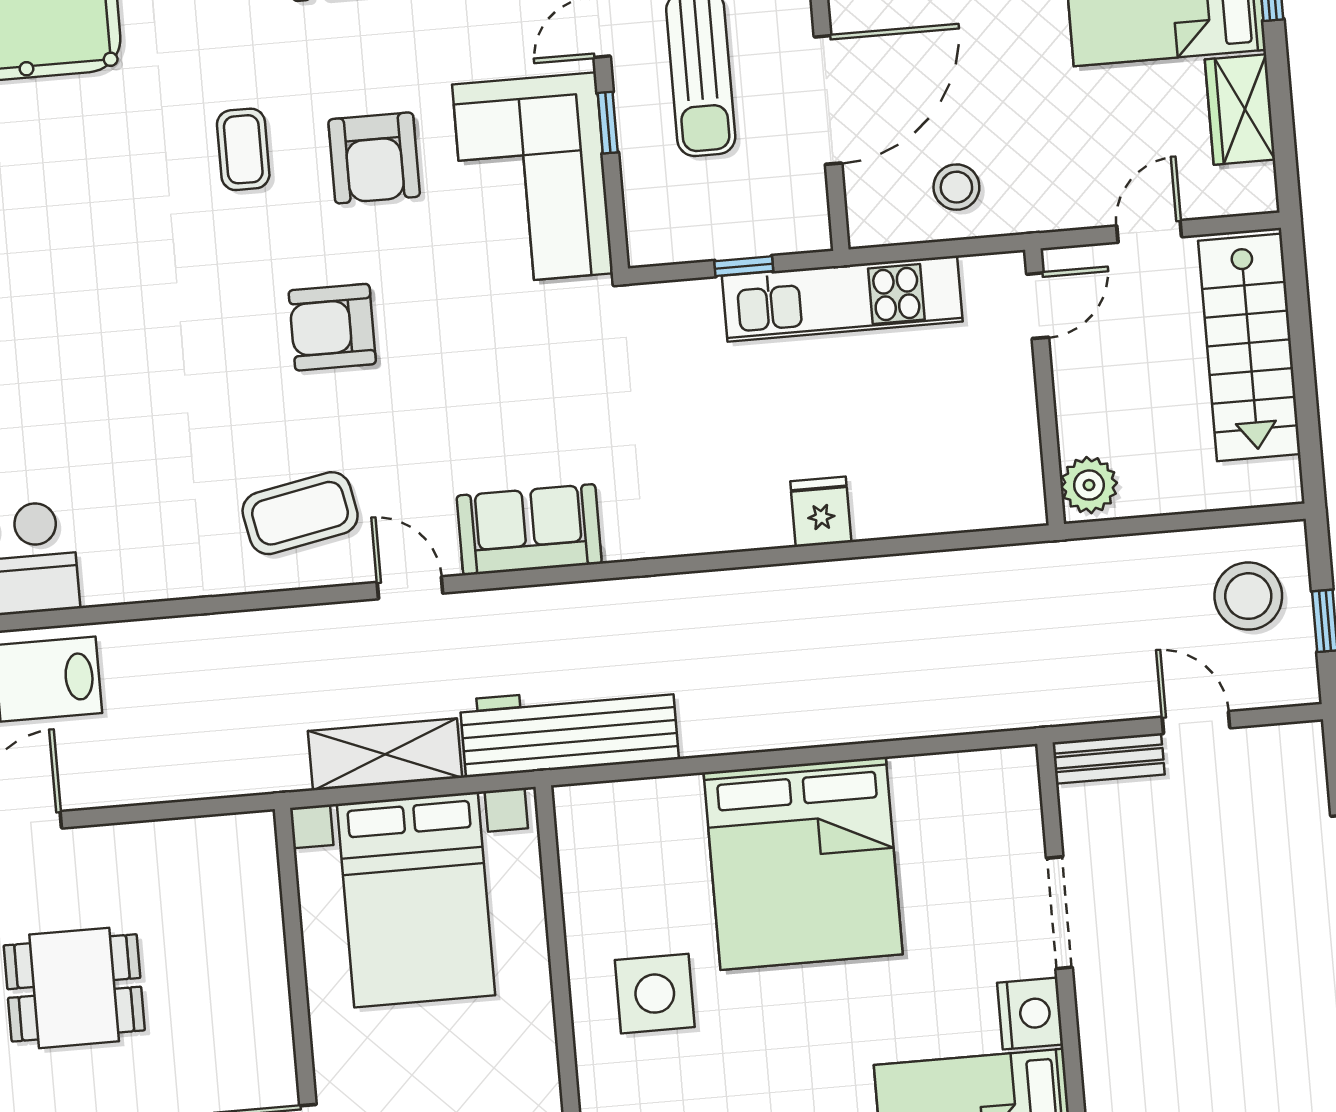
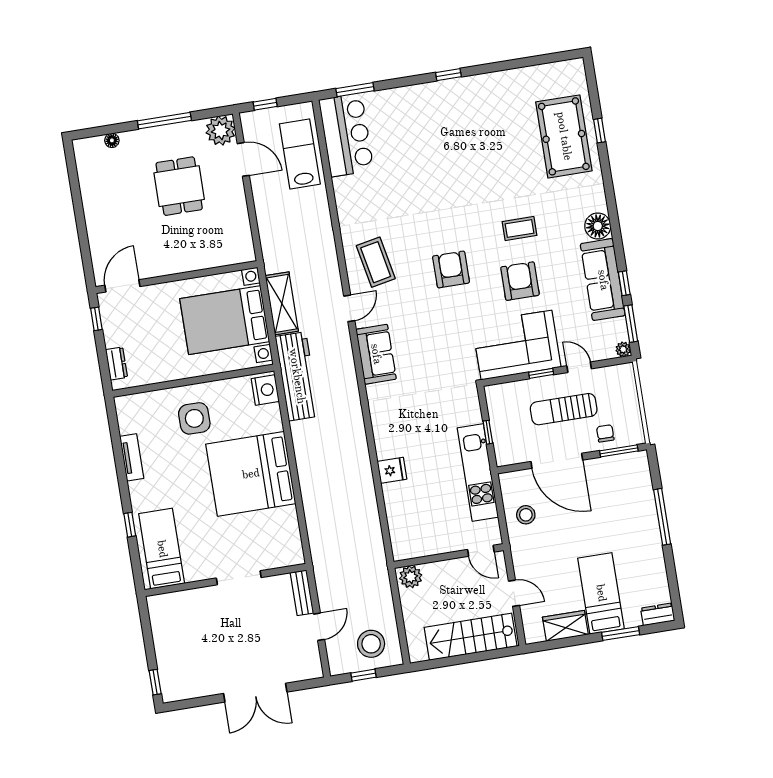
armchair: (374, 158) -> (520, 281), turned 90
nightstand: (1030, 1014) -> (265, 390), moved, turned -90

